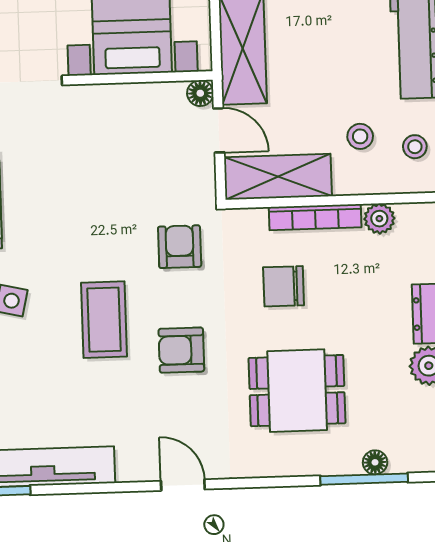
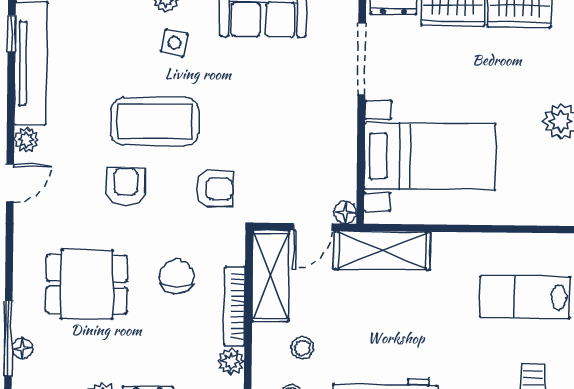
coffee table: (104, 320) -> (155, 121), width x1.36, depth x1.32
dining table: (297, 391) -> (87, 284), turned 90
plant: (132, 468) -> (26, 140), added

